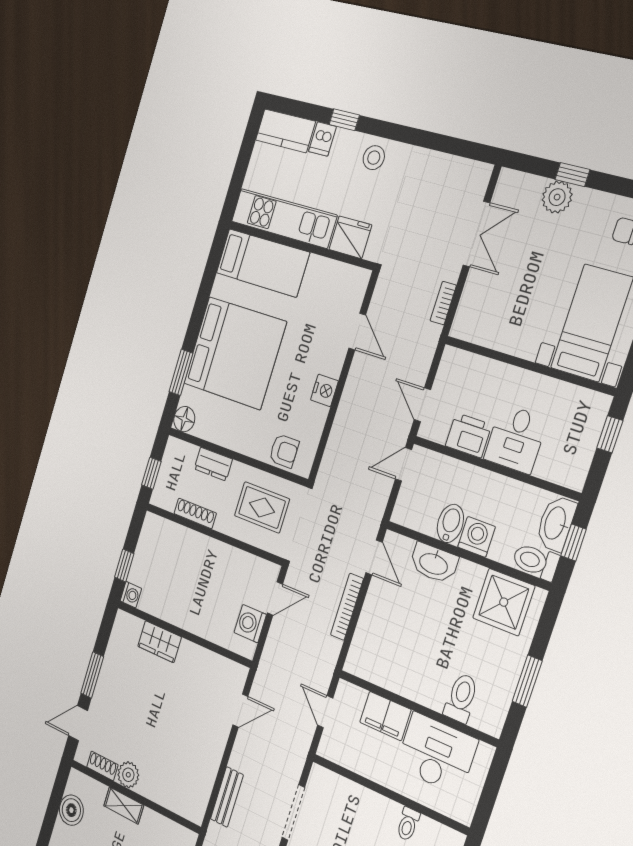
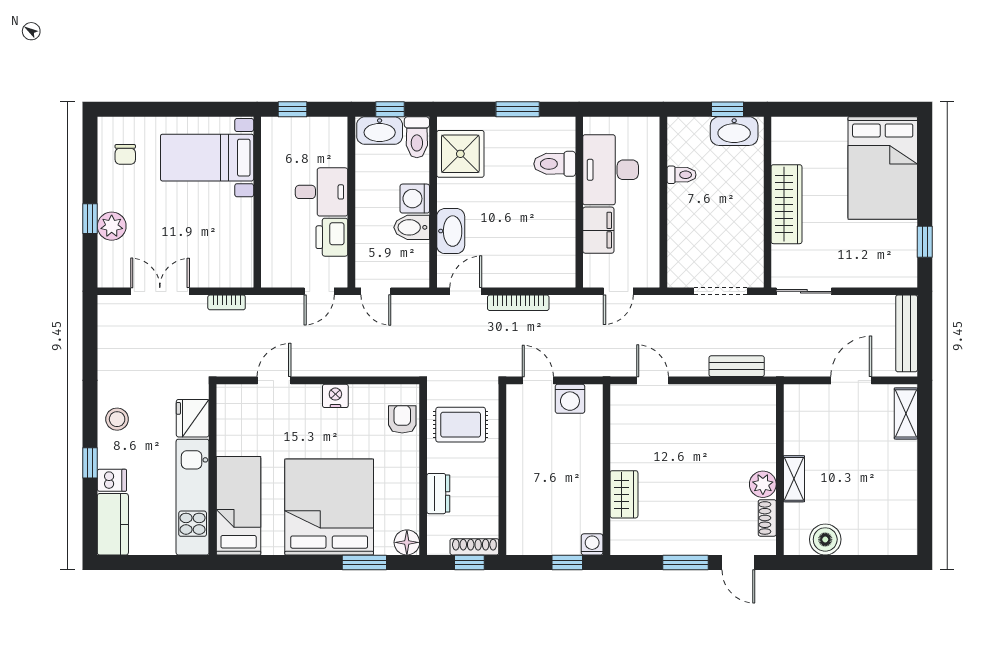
rug: (262, 507) -> (461, 425), turned 90
shoe rack: (195, 513) -> (474, 547), moved, turned 90

